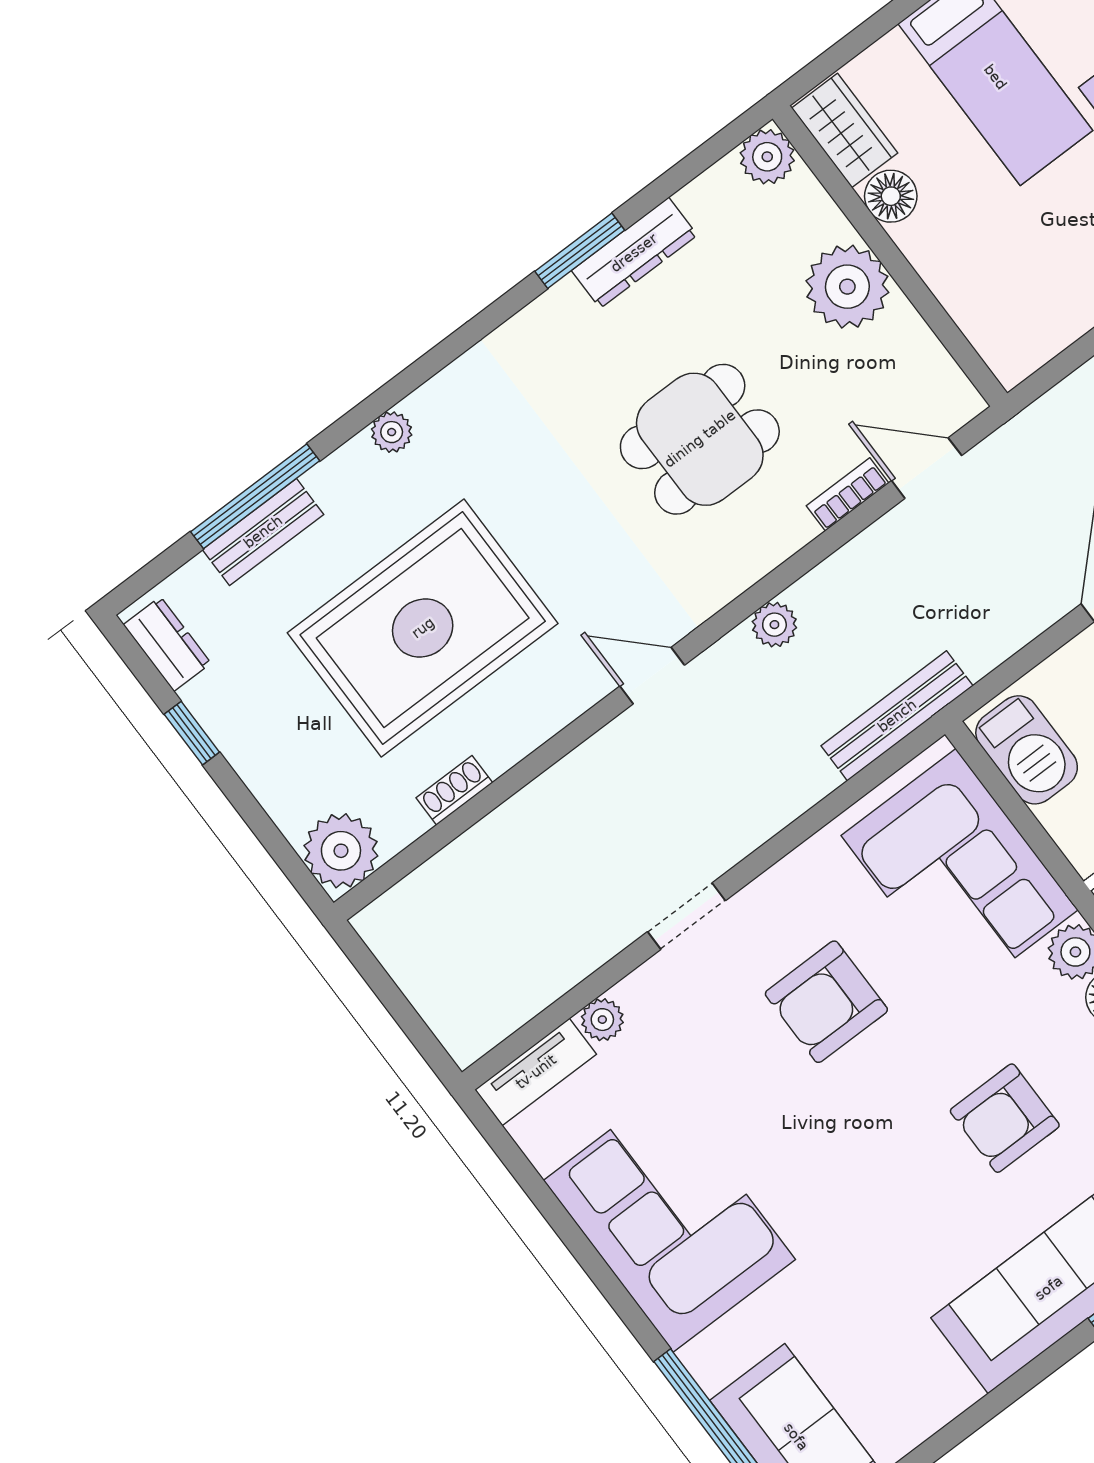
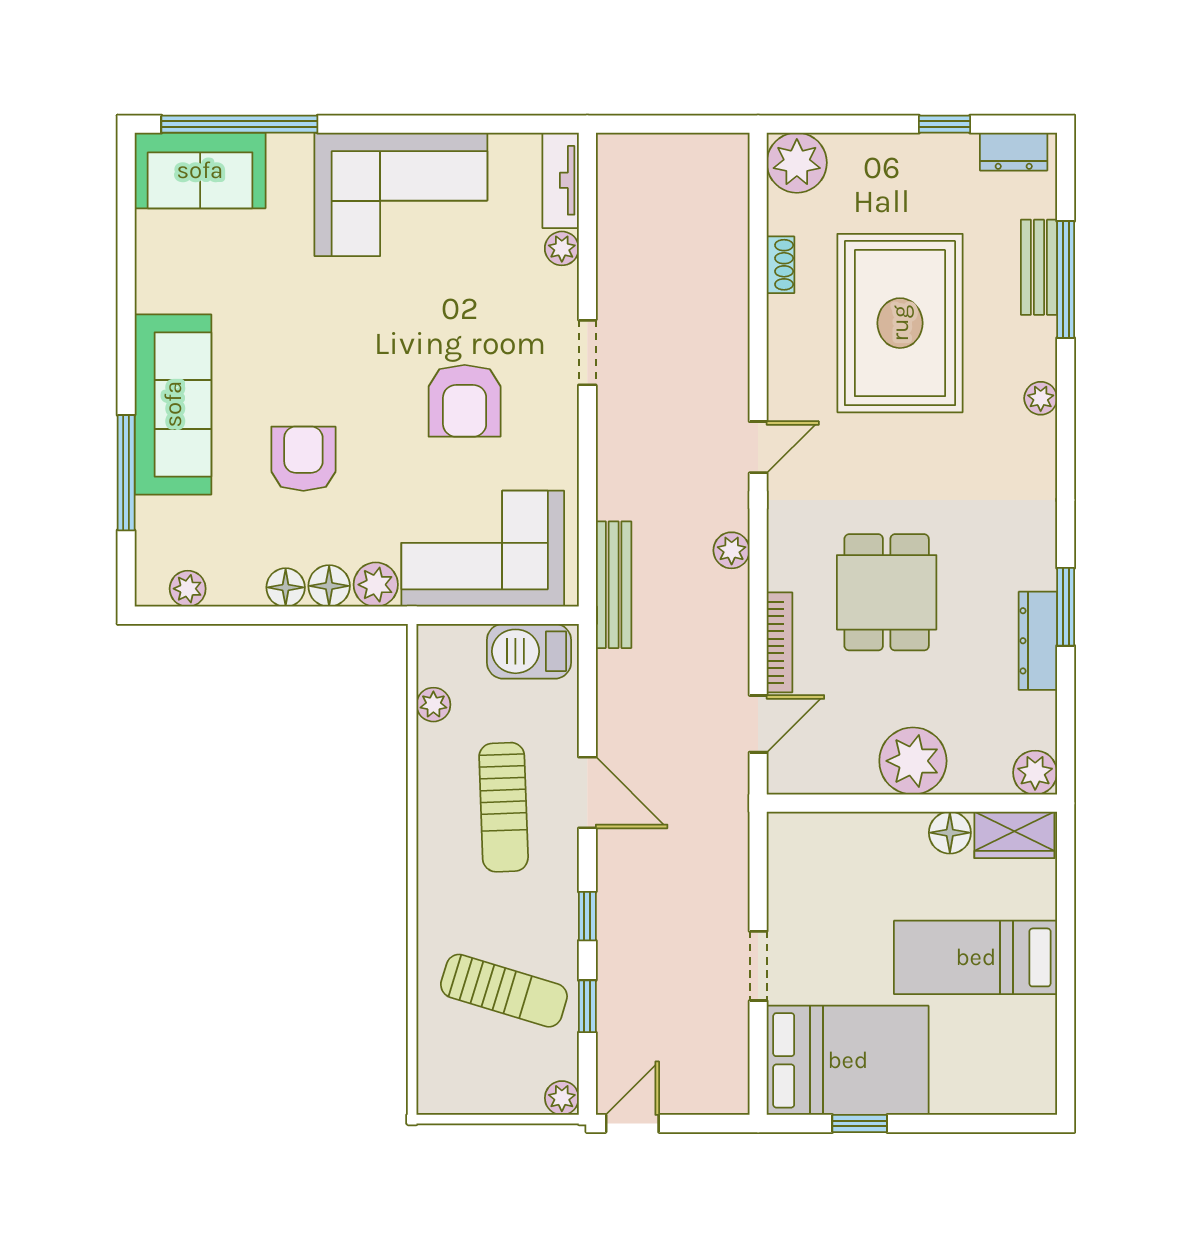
bookcase: (848, 494) -> (780, 642), width x1.56
armchair: (826, 1002) -> (465, 401), turned 180

